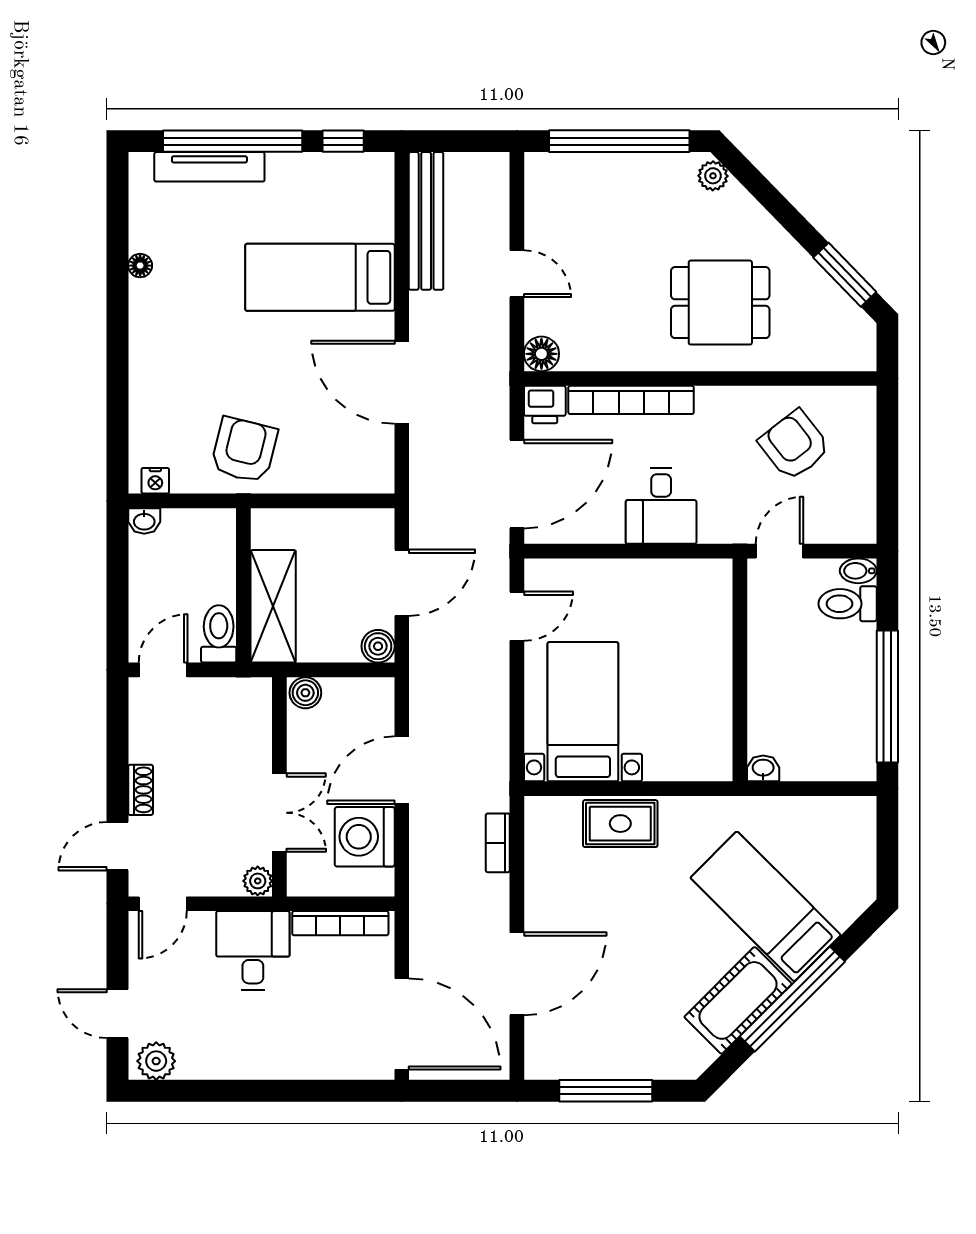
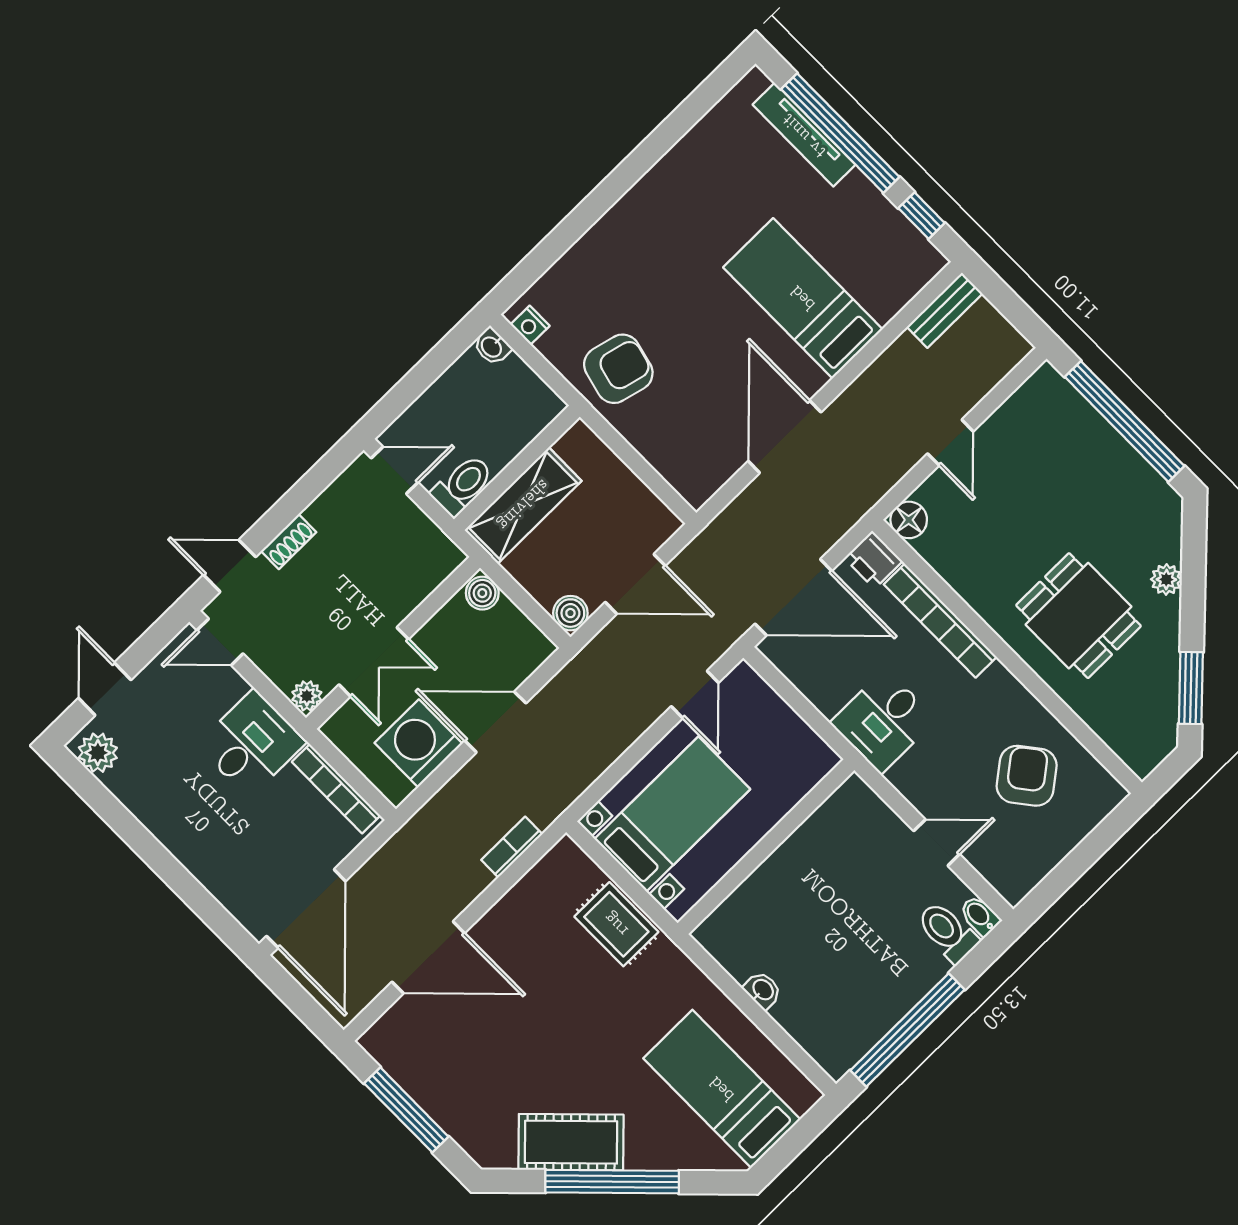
plant: (713, 176) -> (1166, 579), moved
bench: (426, 221) -> (945, 310), width x0.54, depth x0.82
floor lamp: (140, 266) -> (679, 156), removed
door: (517, 616) -> (695, 694), hinge flipped
wall: (740, 670) -> (766, 847), moved
bed: (766, 906) -> (722, 1089), moved, turned -45

